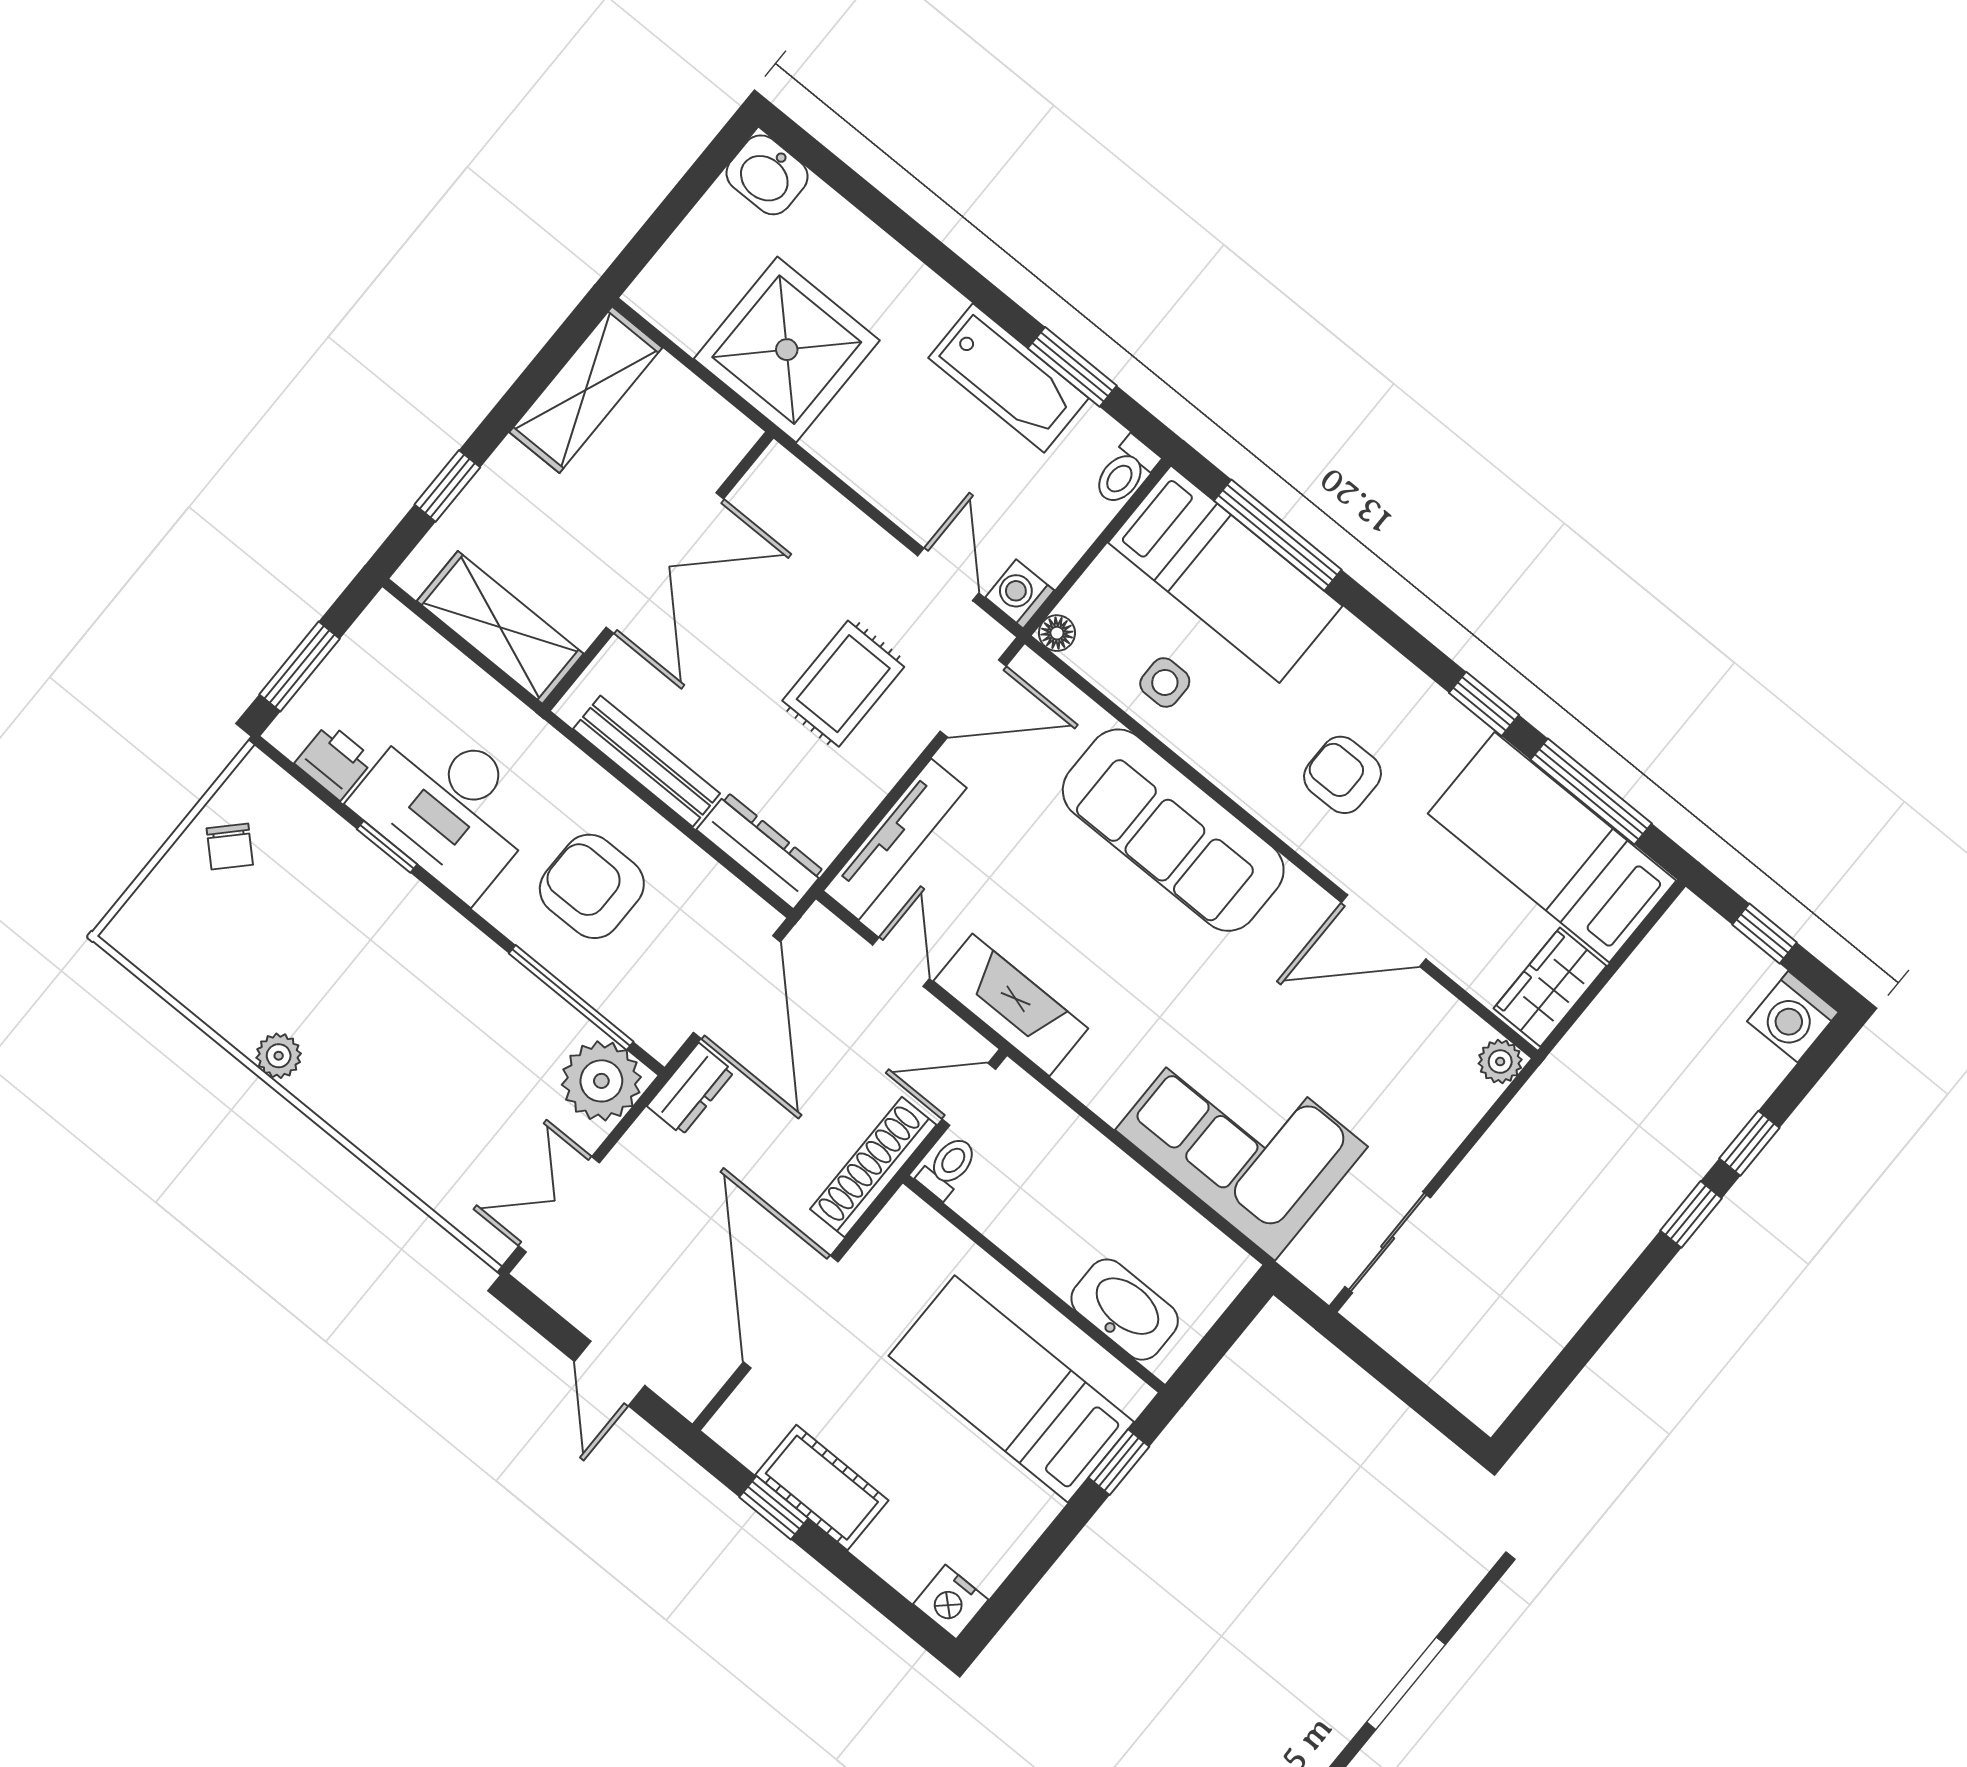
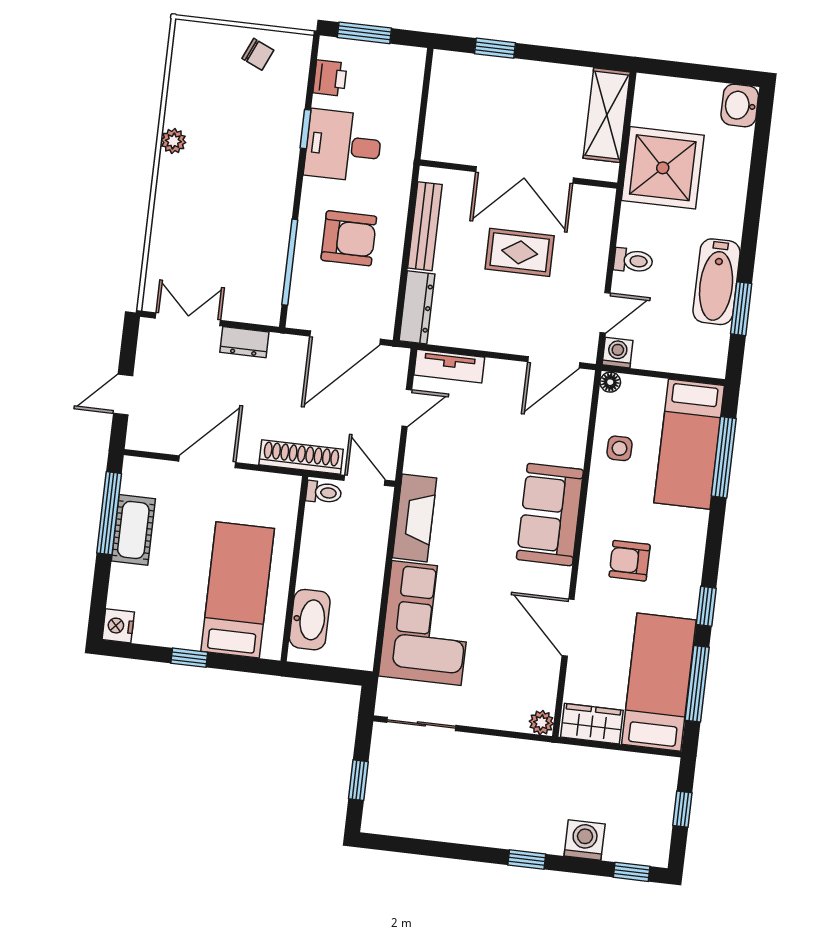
shelving: (586, 390) -> (607, 115), moved, turned 90
toilet: (1125, 471) -> (633, 261), moved, turned 180
shelving: (500, 627) -> (444, 116), removed
rug: (843, 684) -> (520, 252), moved
door: (973, 699) -> (554, 362), hinge flipped
armchair: (1342, 775) -> (630, 561), turned -90
desk: (448, 806) -> (343, 146), width x0.73
sofa: (1173, 830) -> (550, 515), width x0.73
tv unit: (895, 839) -> (449, 366), width x0.71
chair: (230, 847) -> (258, 54), turned -110
armchair: (592, 886) -> (349, 238), turned 90
fireplace: (1011, 1005) -> (415, 518), moved
washing machine: (1793, 1017) -> (585, 840), moved, turned 90
plant: (601, 1081) -> (259, 302), removed
dresser: (691, 1089) -> (244, 342), moved
window: (1749, 1143) -> (632, 872), moved
door: (791, 1312) -> (207, 462), width x0.73
window: (1411, 1390) -> (358, 780), added
window: (1119, 1462) -> (189, 658), moved
window: (774, 1508) -> (109, 513), width x2.17

